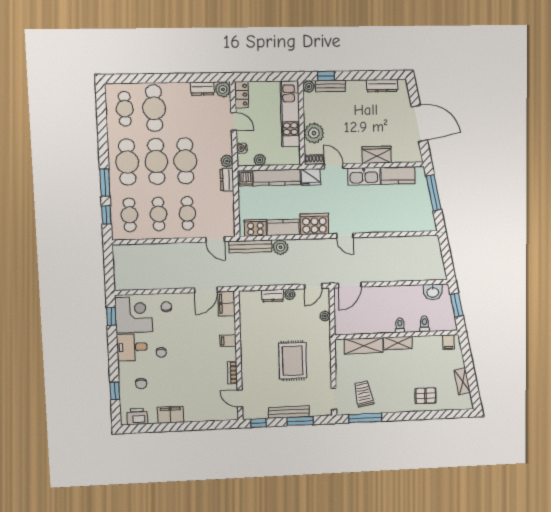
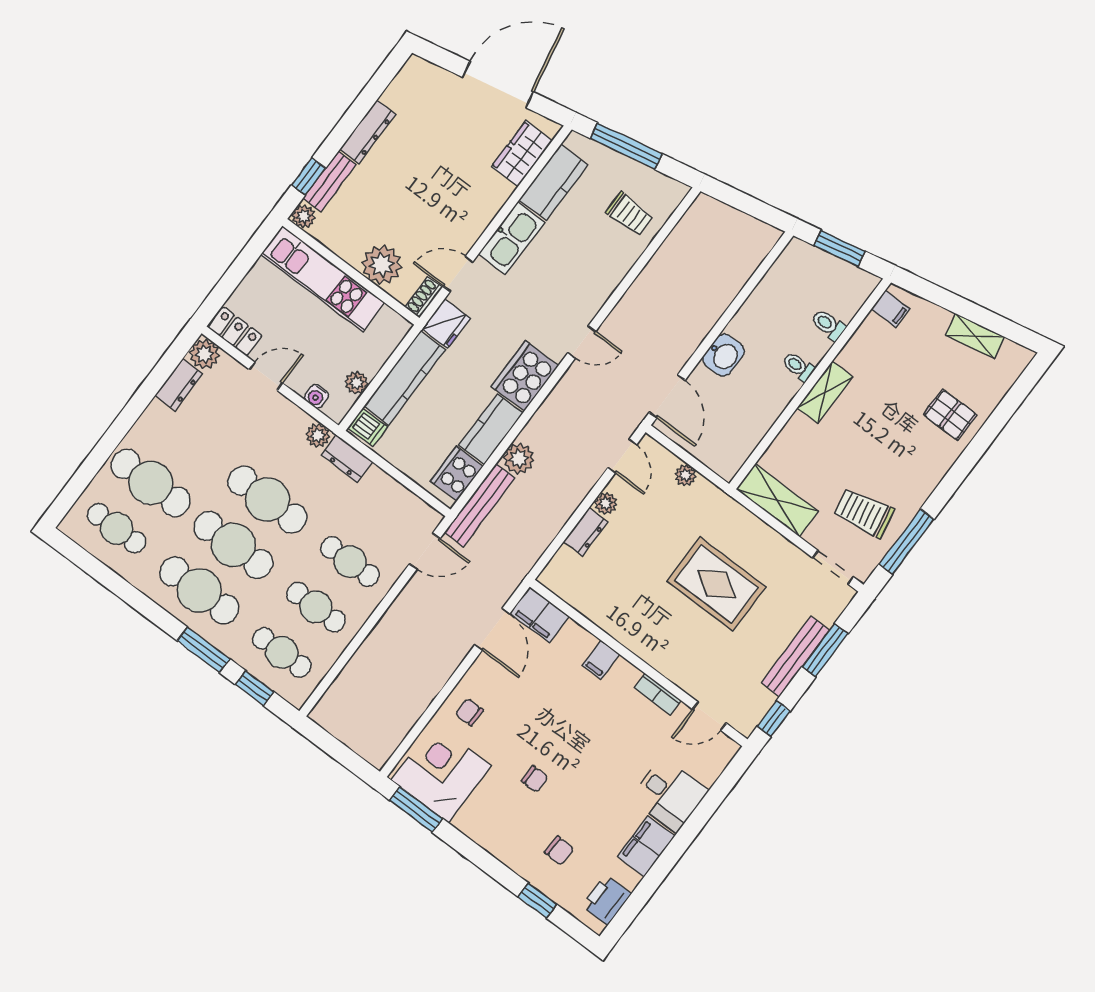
dresser: (382, 86) -> (368, 132), moved
wardrobe: (377, 155) -> (522, 153), moved
trolley: (408, 215) -> (629, 214), added
washbasin: (433, 292) -> (724, 355), moved
window: (111, 316) -> (416, 809), width x1.50
shelving: (364, 346) -> (777, 500), moved, turned 90
desk: (132, 347) -> (669, 794), moved, turned -90
pallet: (426, 396) -> (950, 415), turned 90

